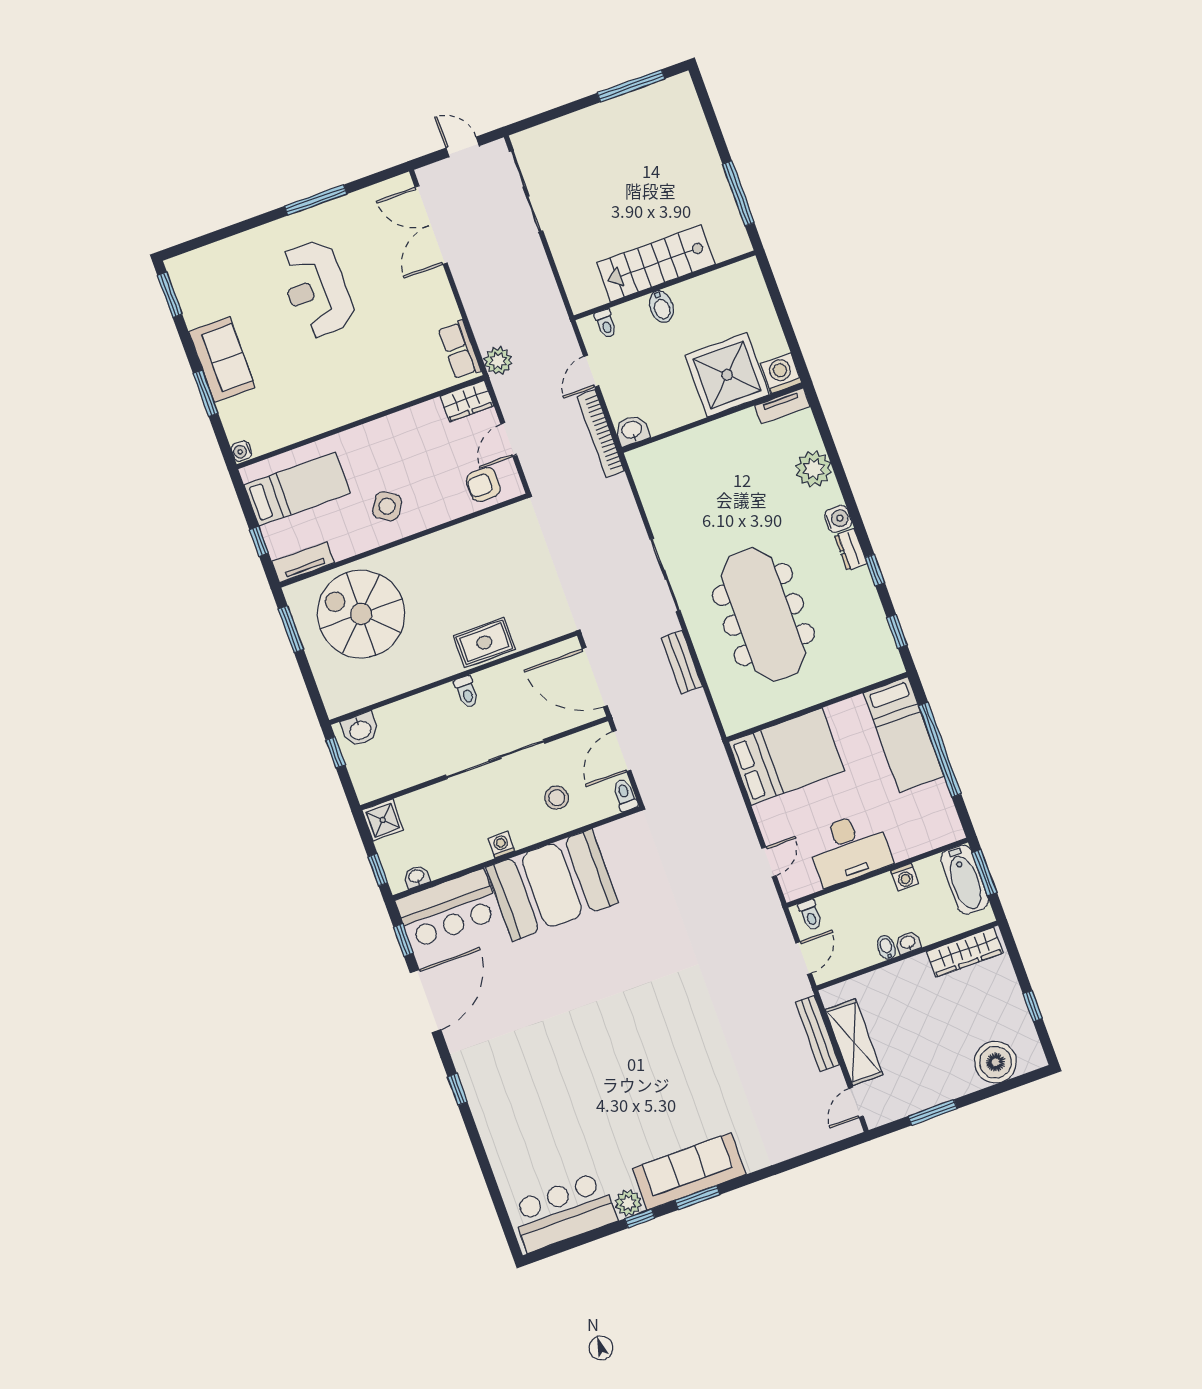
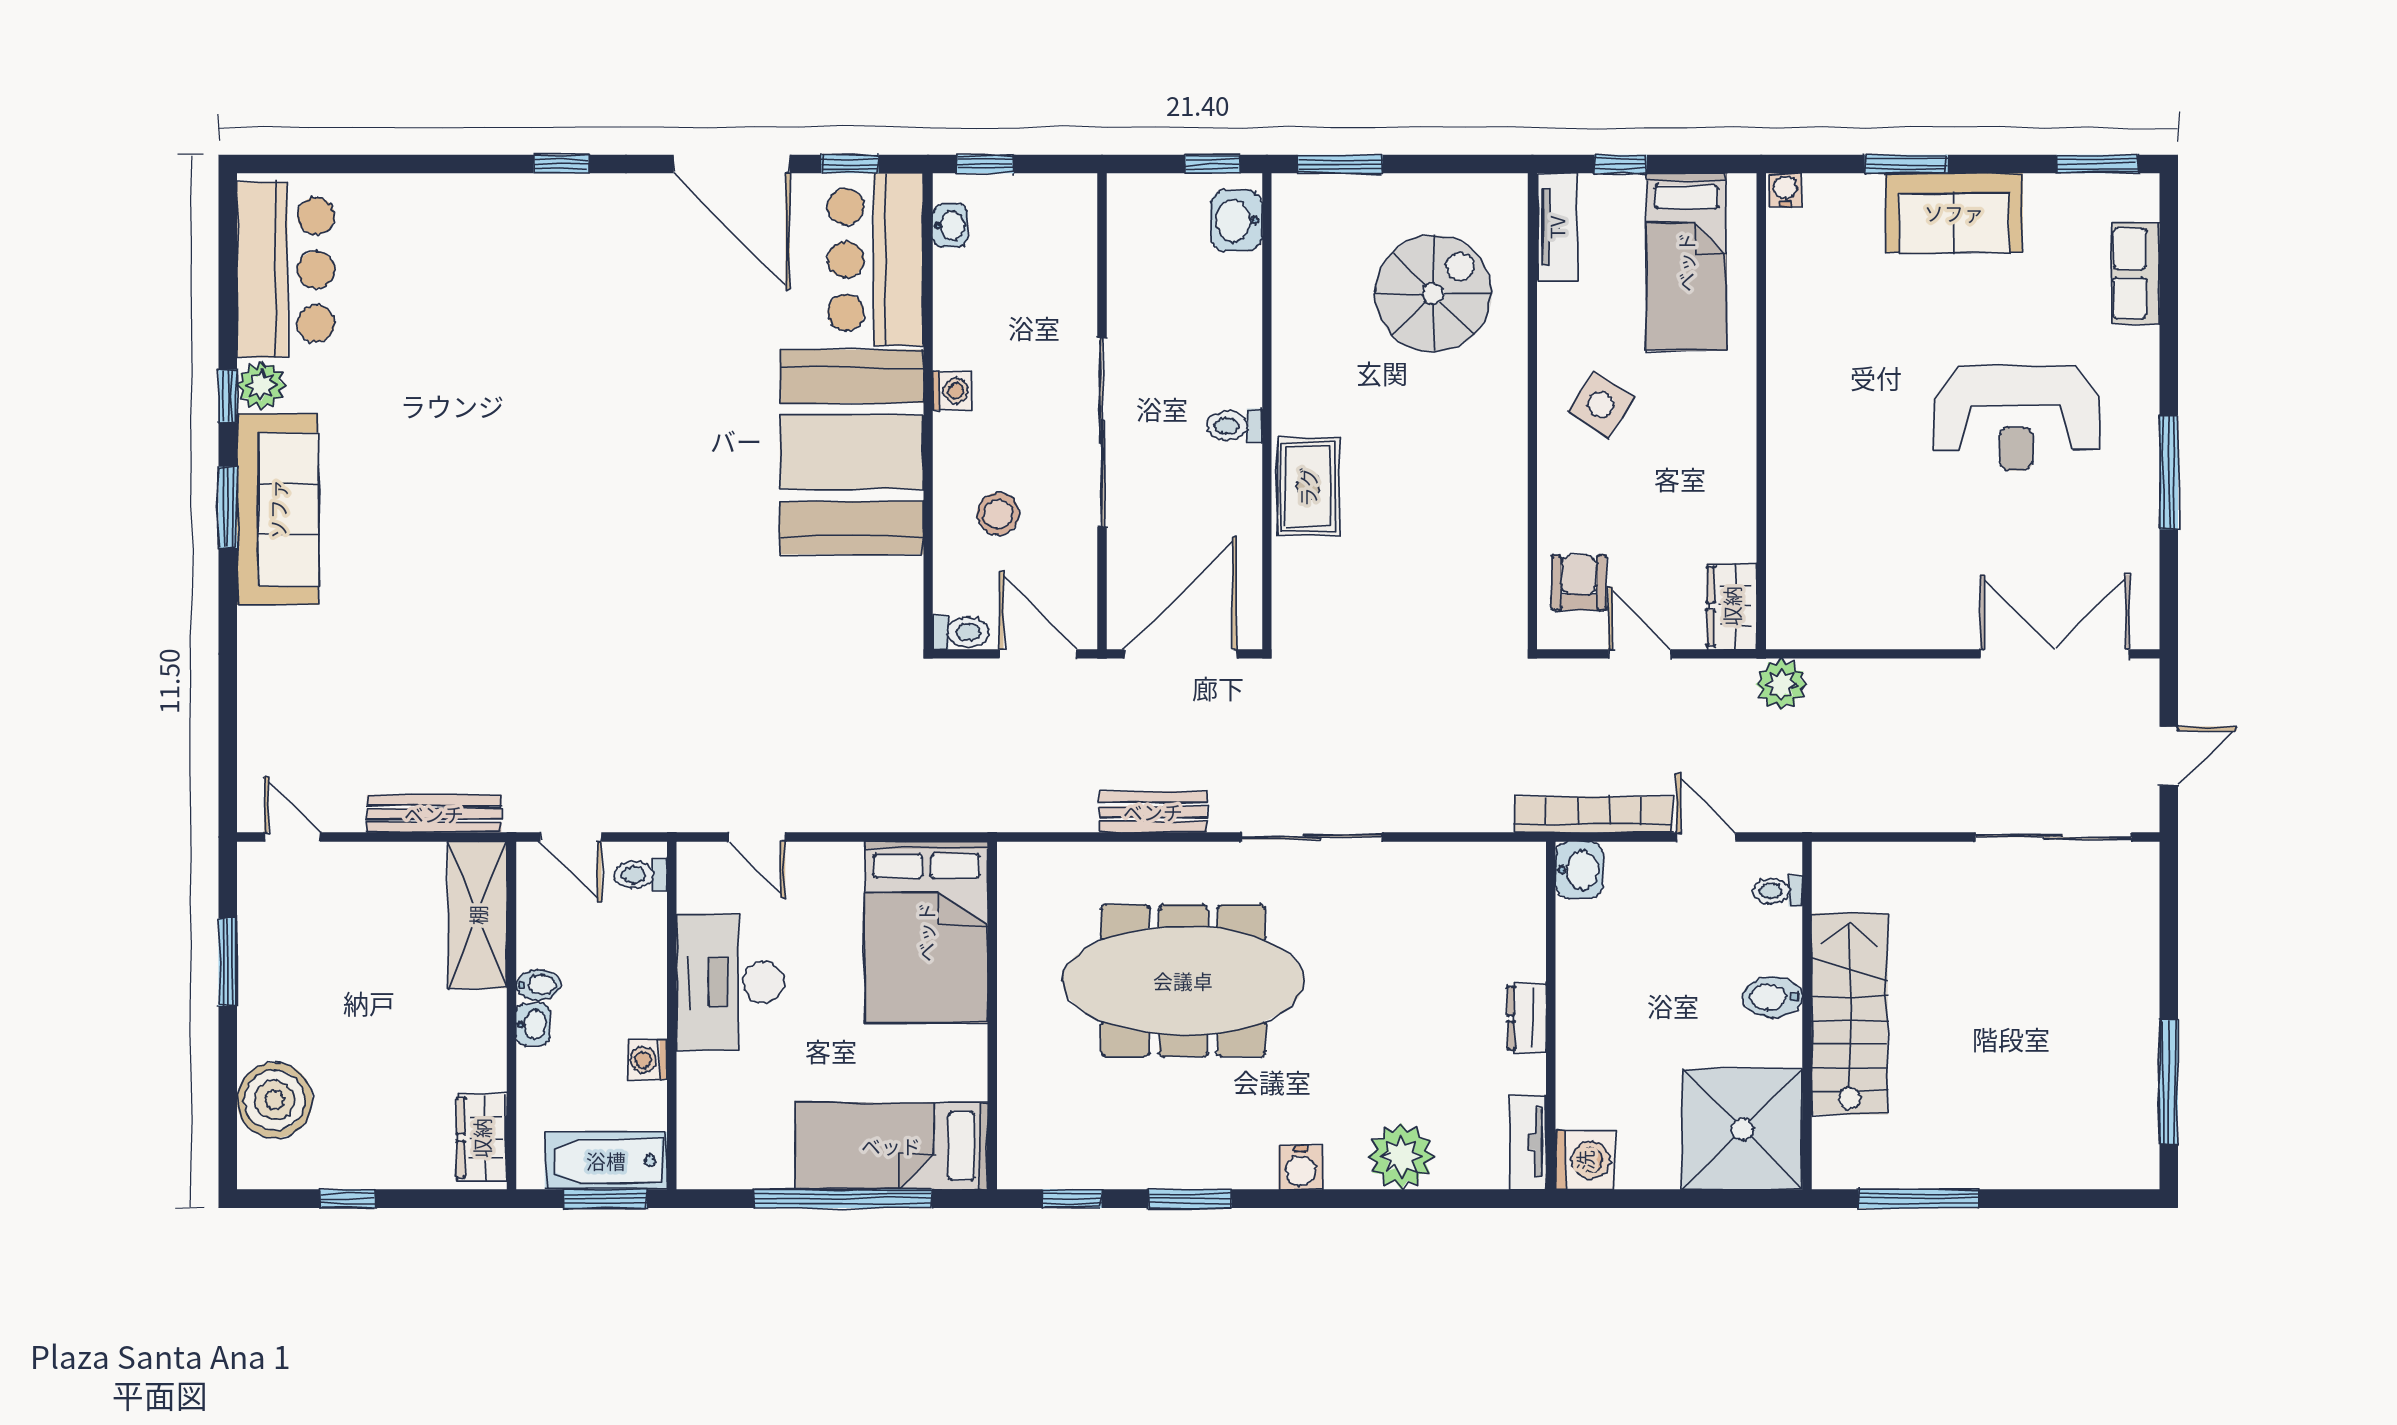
reception desk: (316, 289) -> (2016, 418), turned 180
row of seats: (460, 350) -> (2135, 273), moved, turned -90
shower: (727, 375) -> (1742, 1129), moved
dresser: (851, 549) -> (1527, 1018), moved, turned -90
window: (875, 570) -> (1190, 1199), width x1.50
spiral stairs: (361, 614) -> (1433, 293), width x0.73, depth x0.73
window: (291, 629) -> (1340, 164), moved
shower: (383, 820) -> (1068, 203), removed
wardrobe: (965, 952) -> (482, 1138), width x0.67
shelving: (854, 1042) -> (478, 915), moved, turned 90

